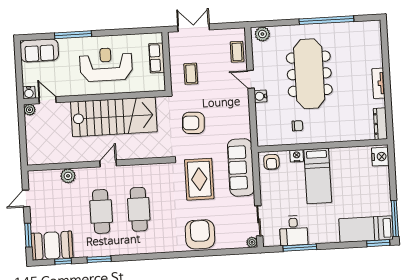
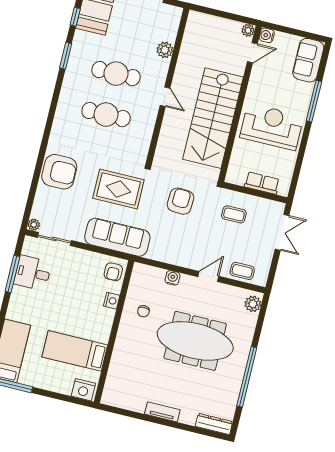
reception desk: (106, 64) -> (272, 127), turned -90
water cooler: (260, 96) -> (172, 278), moved
dresser: (380, 124) -> (214, 424), moved
armchair: (271, 162) -> (113, 272), turned -90
bed: (318, 176) -> (75, 351), moved

